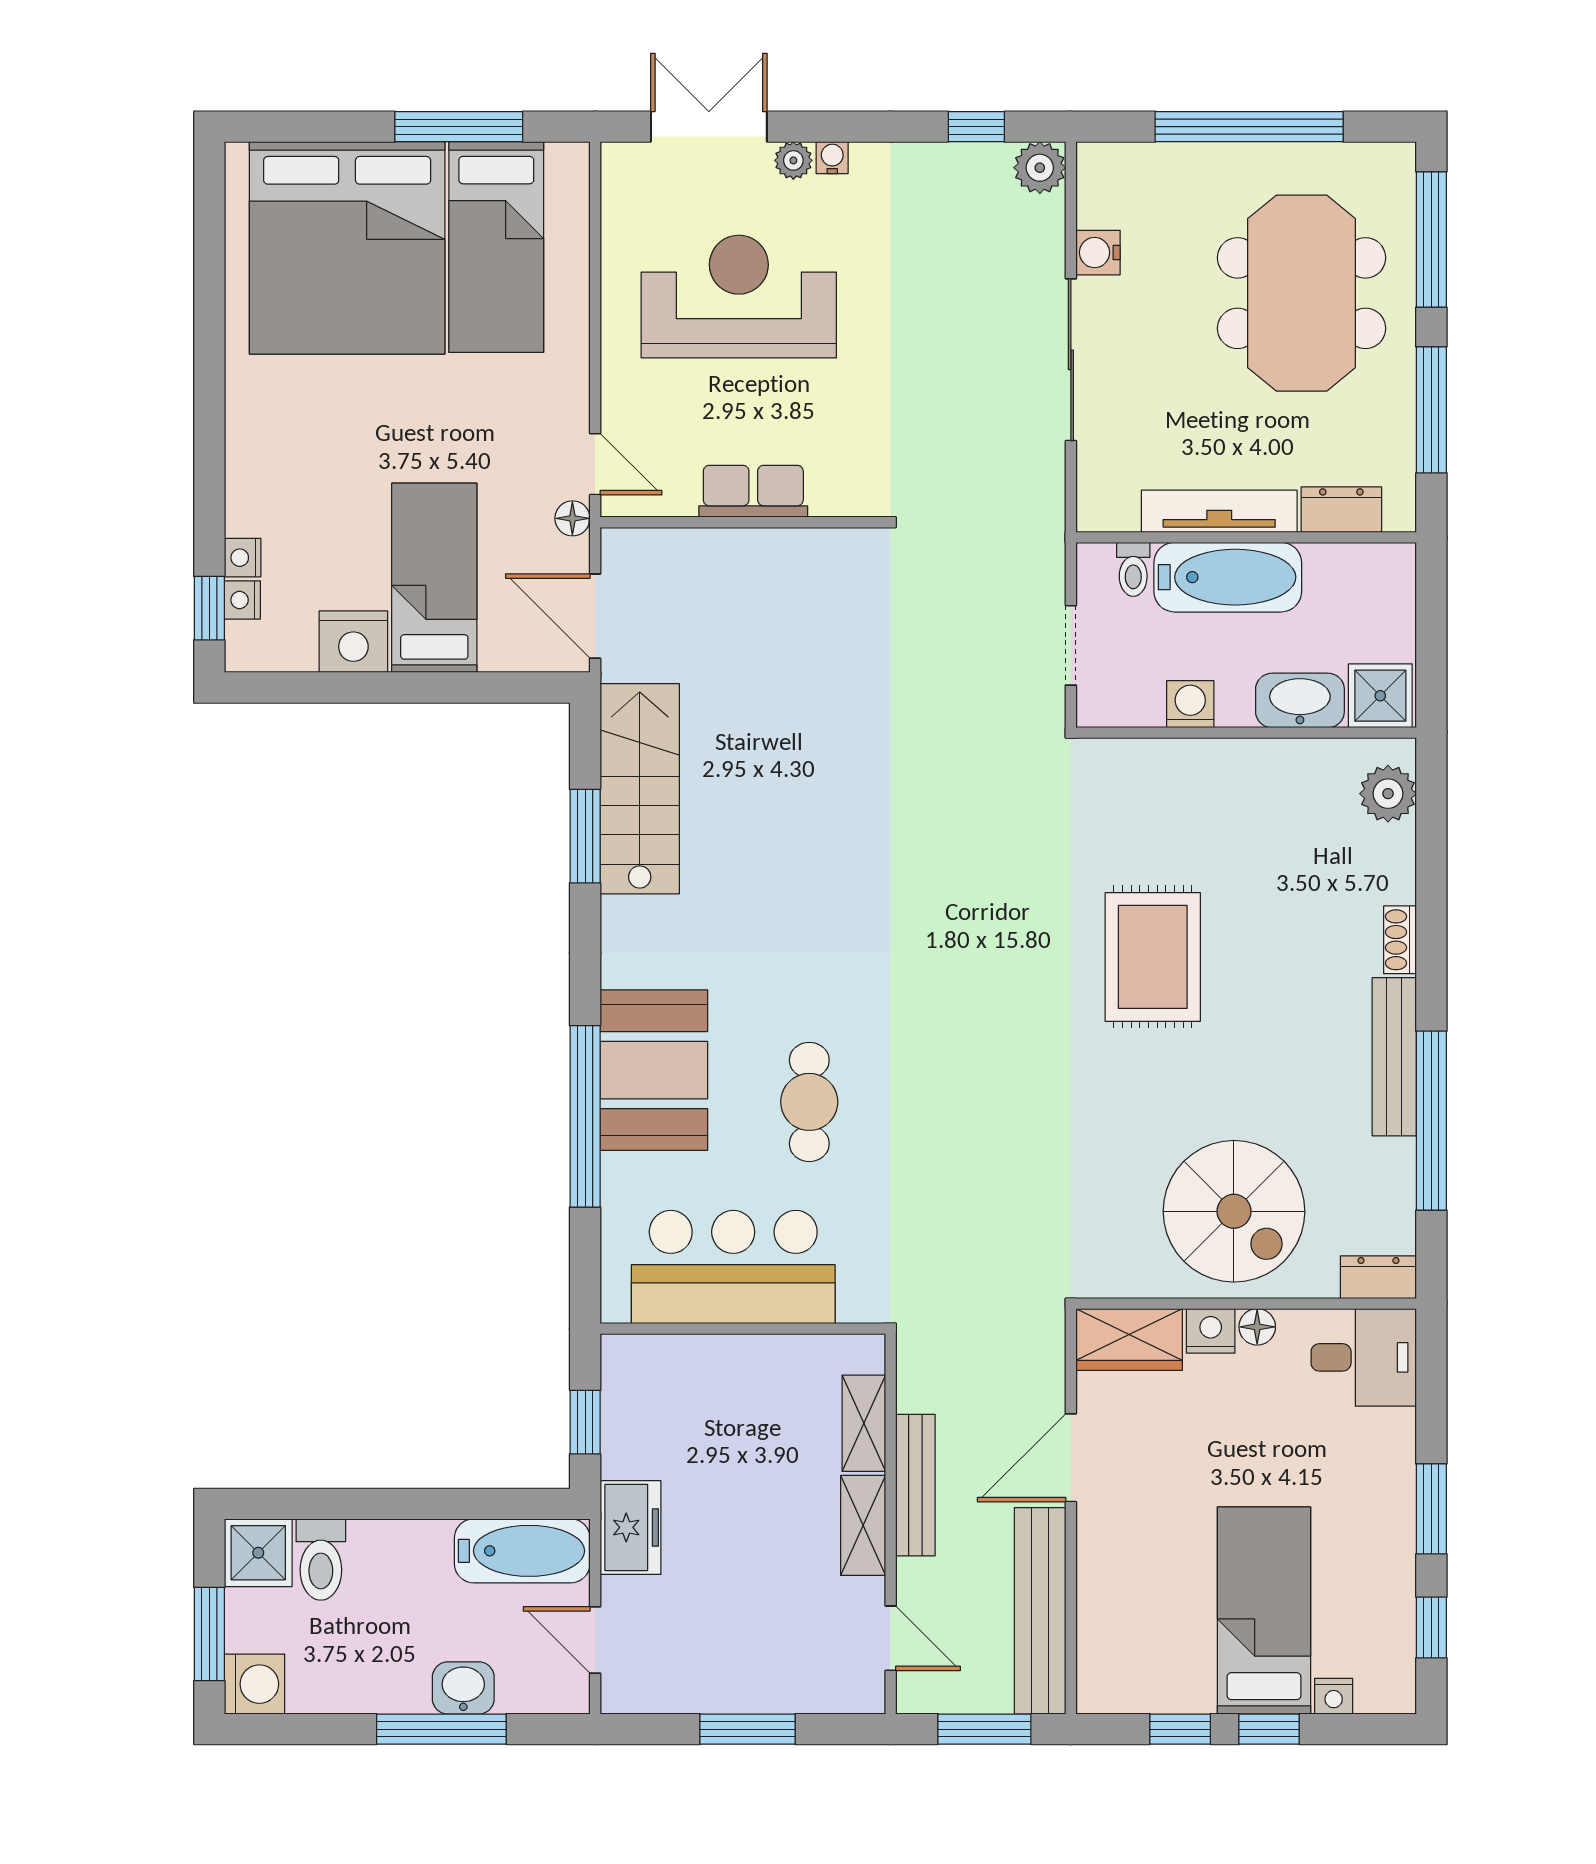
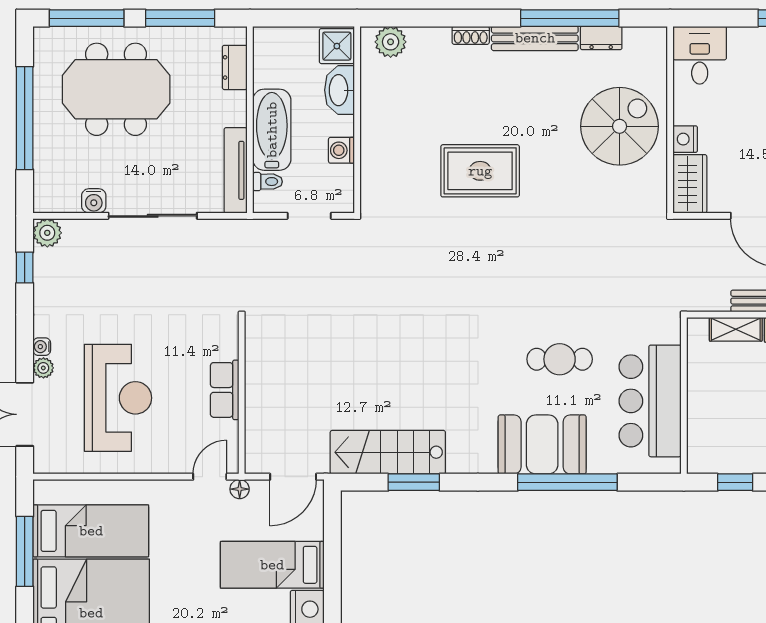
reception desk: (739, 297) -> (118, 398), turned 180
tv unit: (1219, 511) -> (236, 170), moved
dresser: (1378, 1277) -> (601, 38), moved, turned -90
floor lamp: (1257, 1327) -> (683, 114), removed

